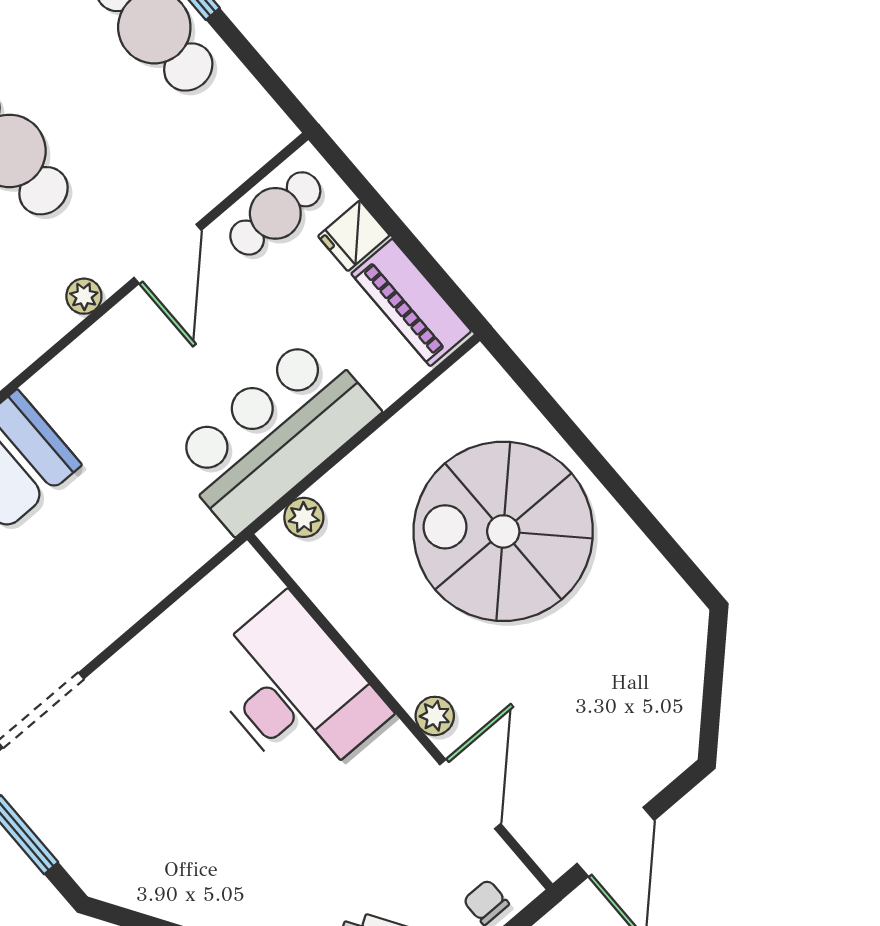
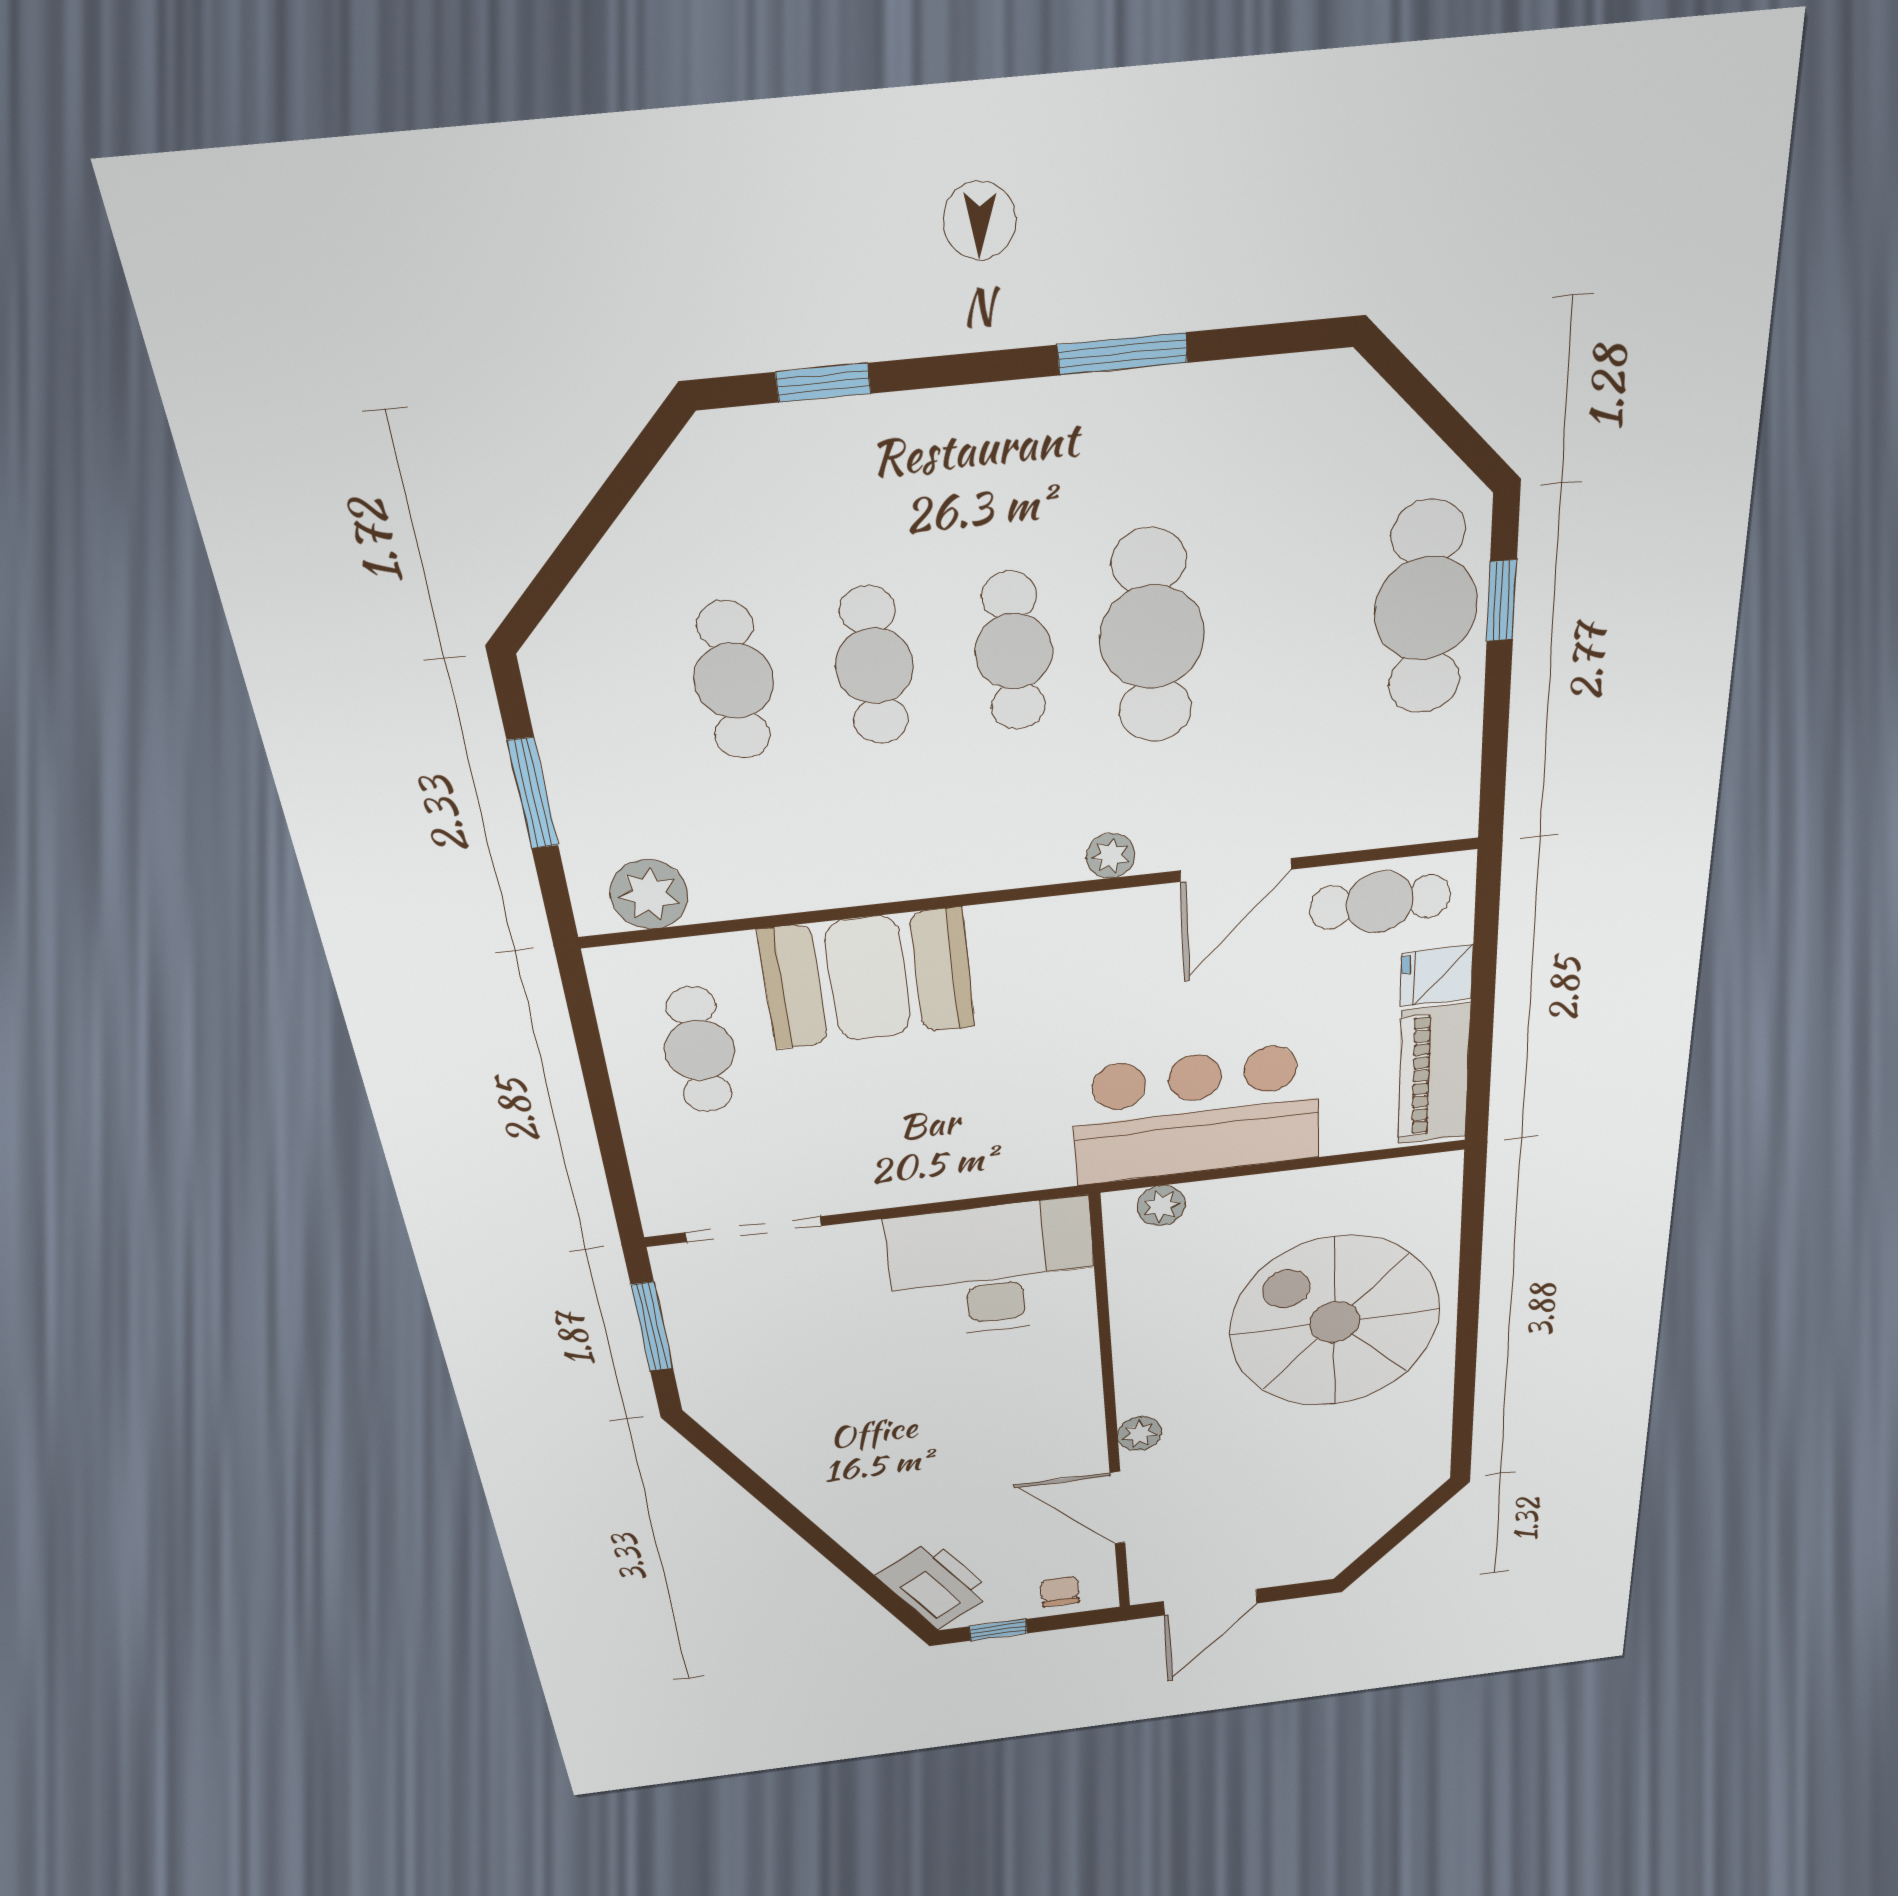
desk: (294, 691) -> (993, 1269), moved, turned -90
door: (470, 794) -> (1118, 1508), swing flipped

